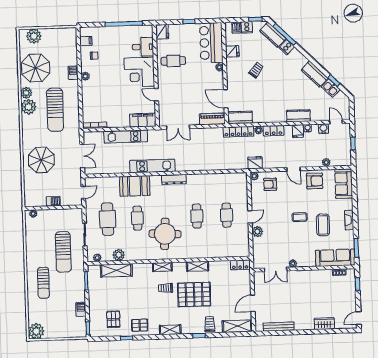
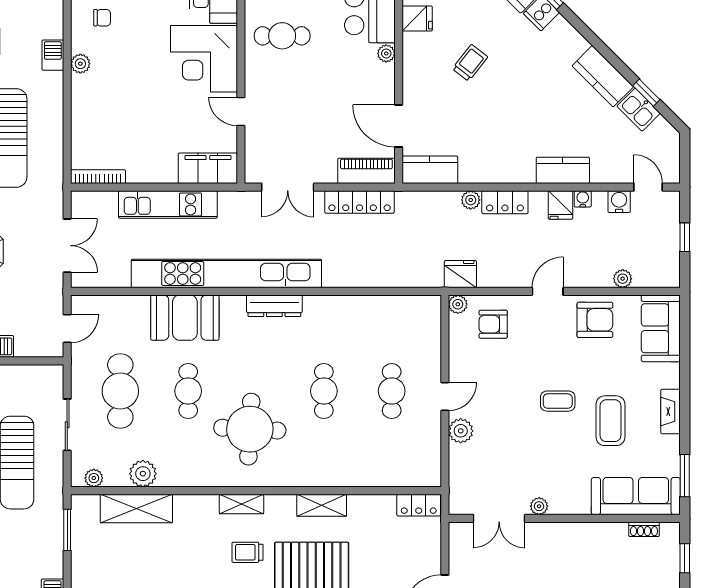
locker: (238, 132) -> (360, 202), moved
kitchen unit: (152, 166) -> (226, 273), width x1.86
door: (294, 169) -> (548, 291), swing flipped

